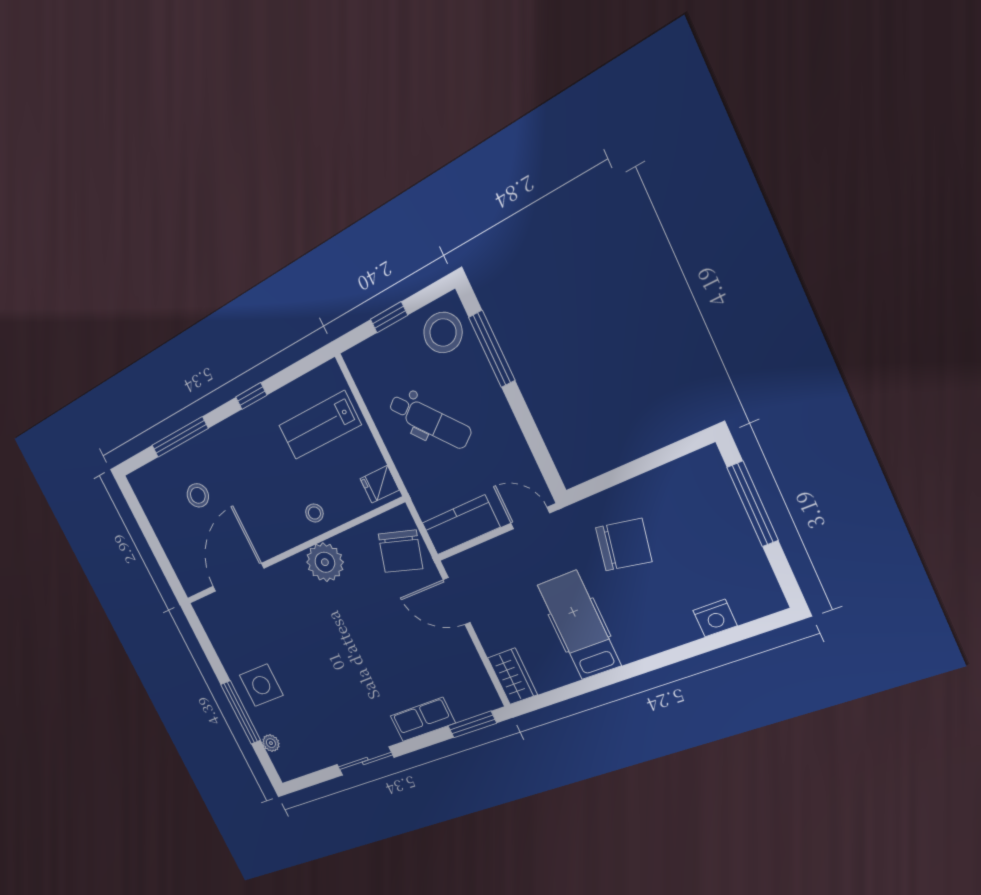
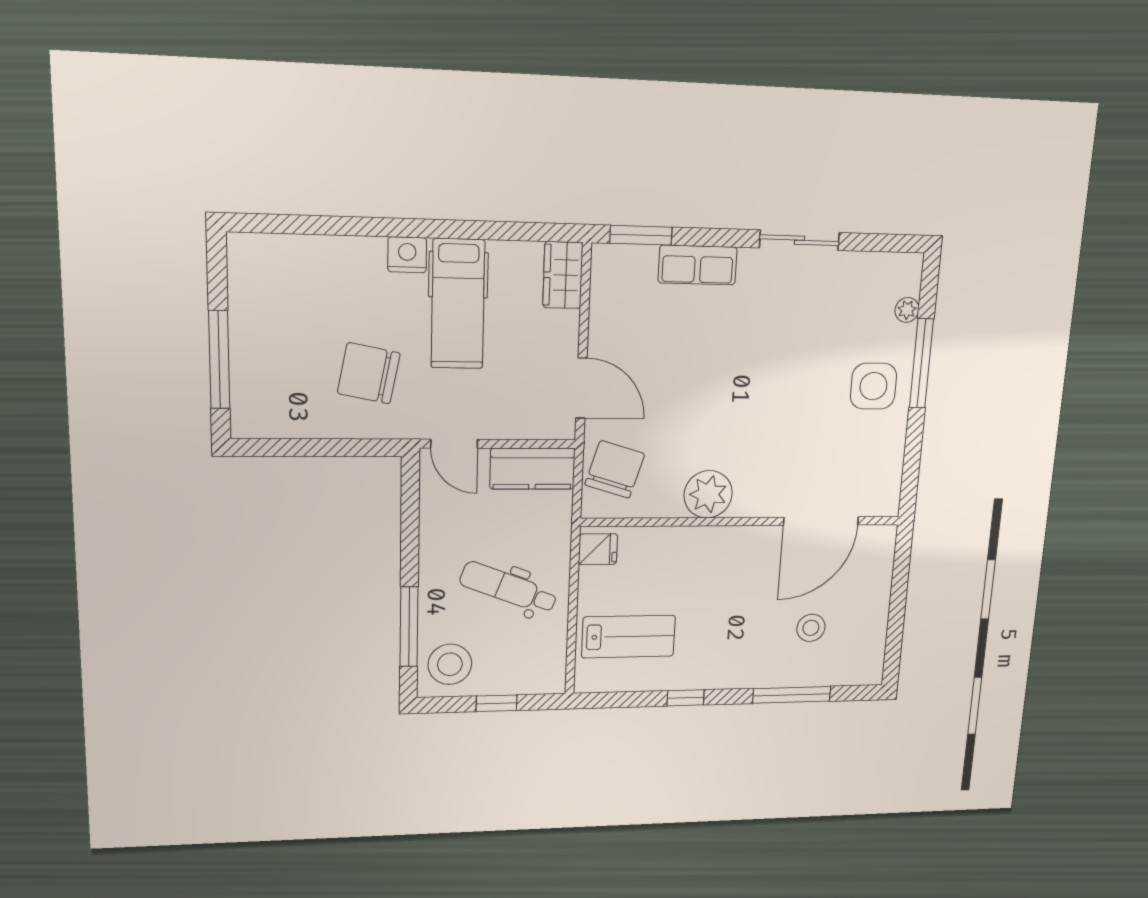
dental chair: (430, 421) -> (509, 588), turned -30
stool: (314, 513) -> (688, 551), removed
nightstand: (715, 618) -> (407, 255), moved

